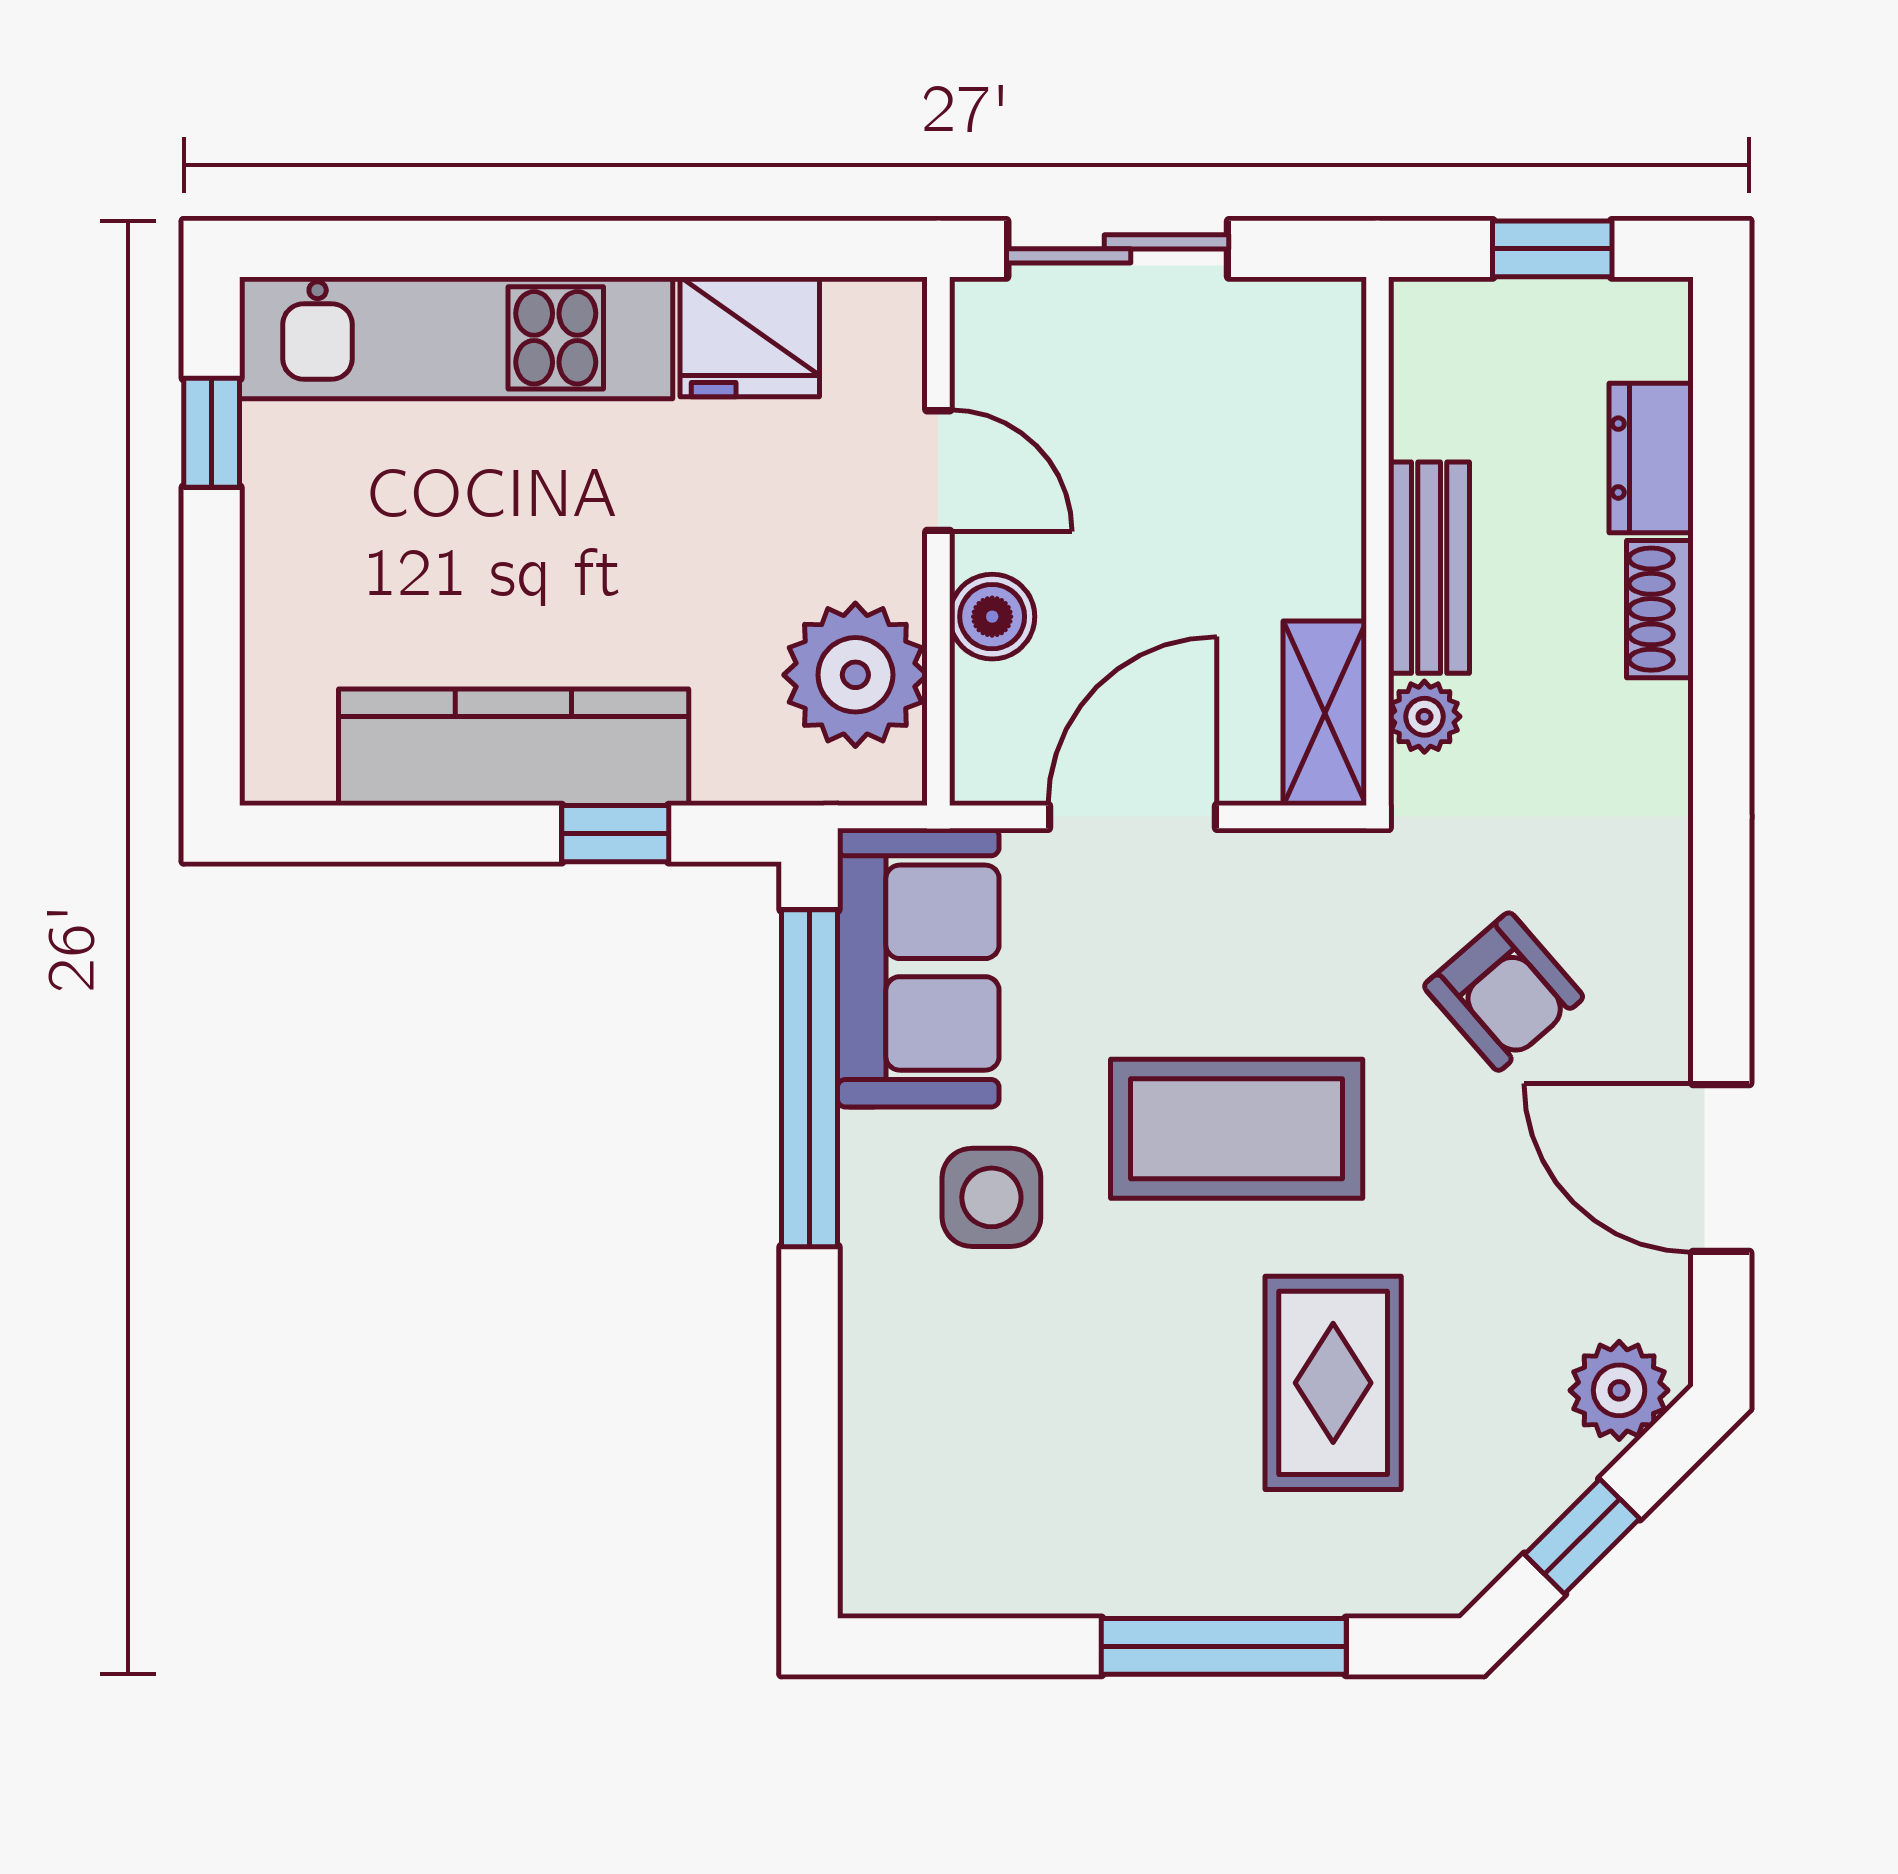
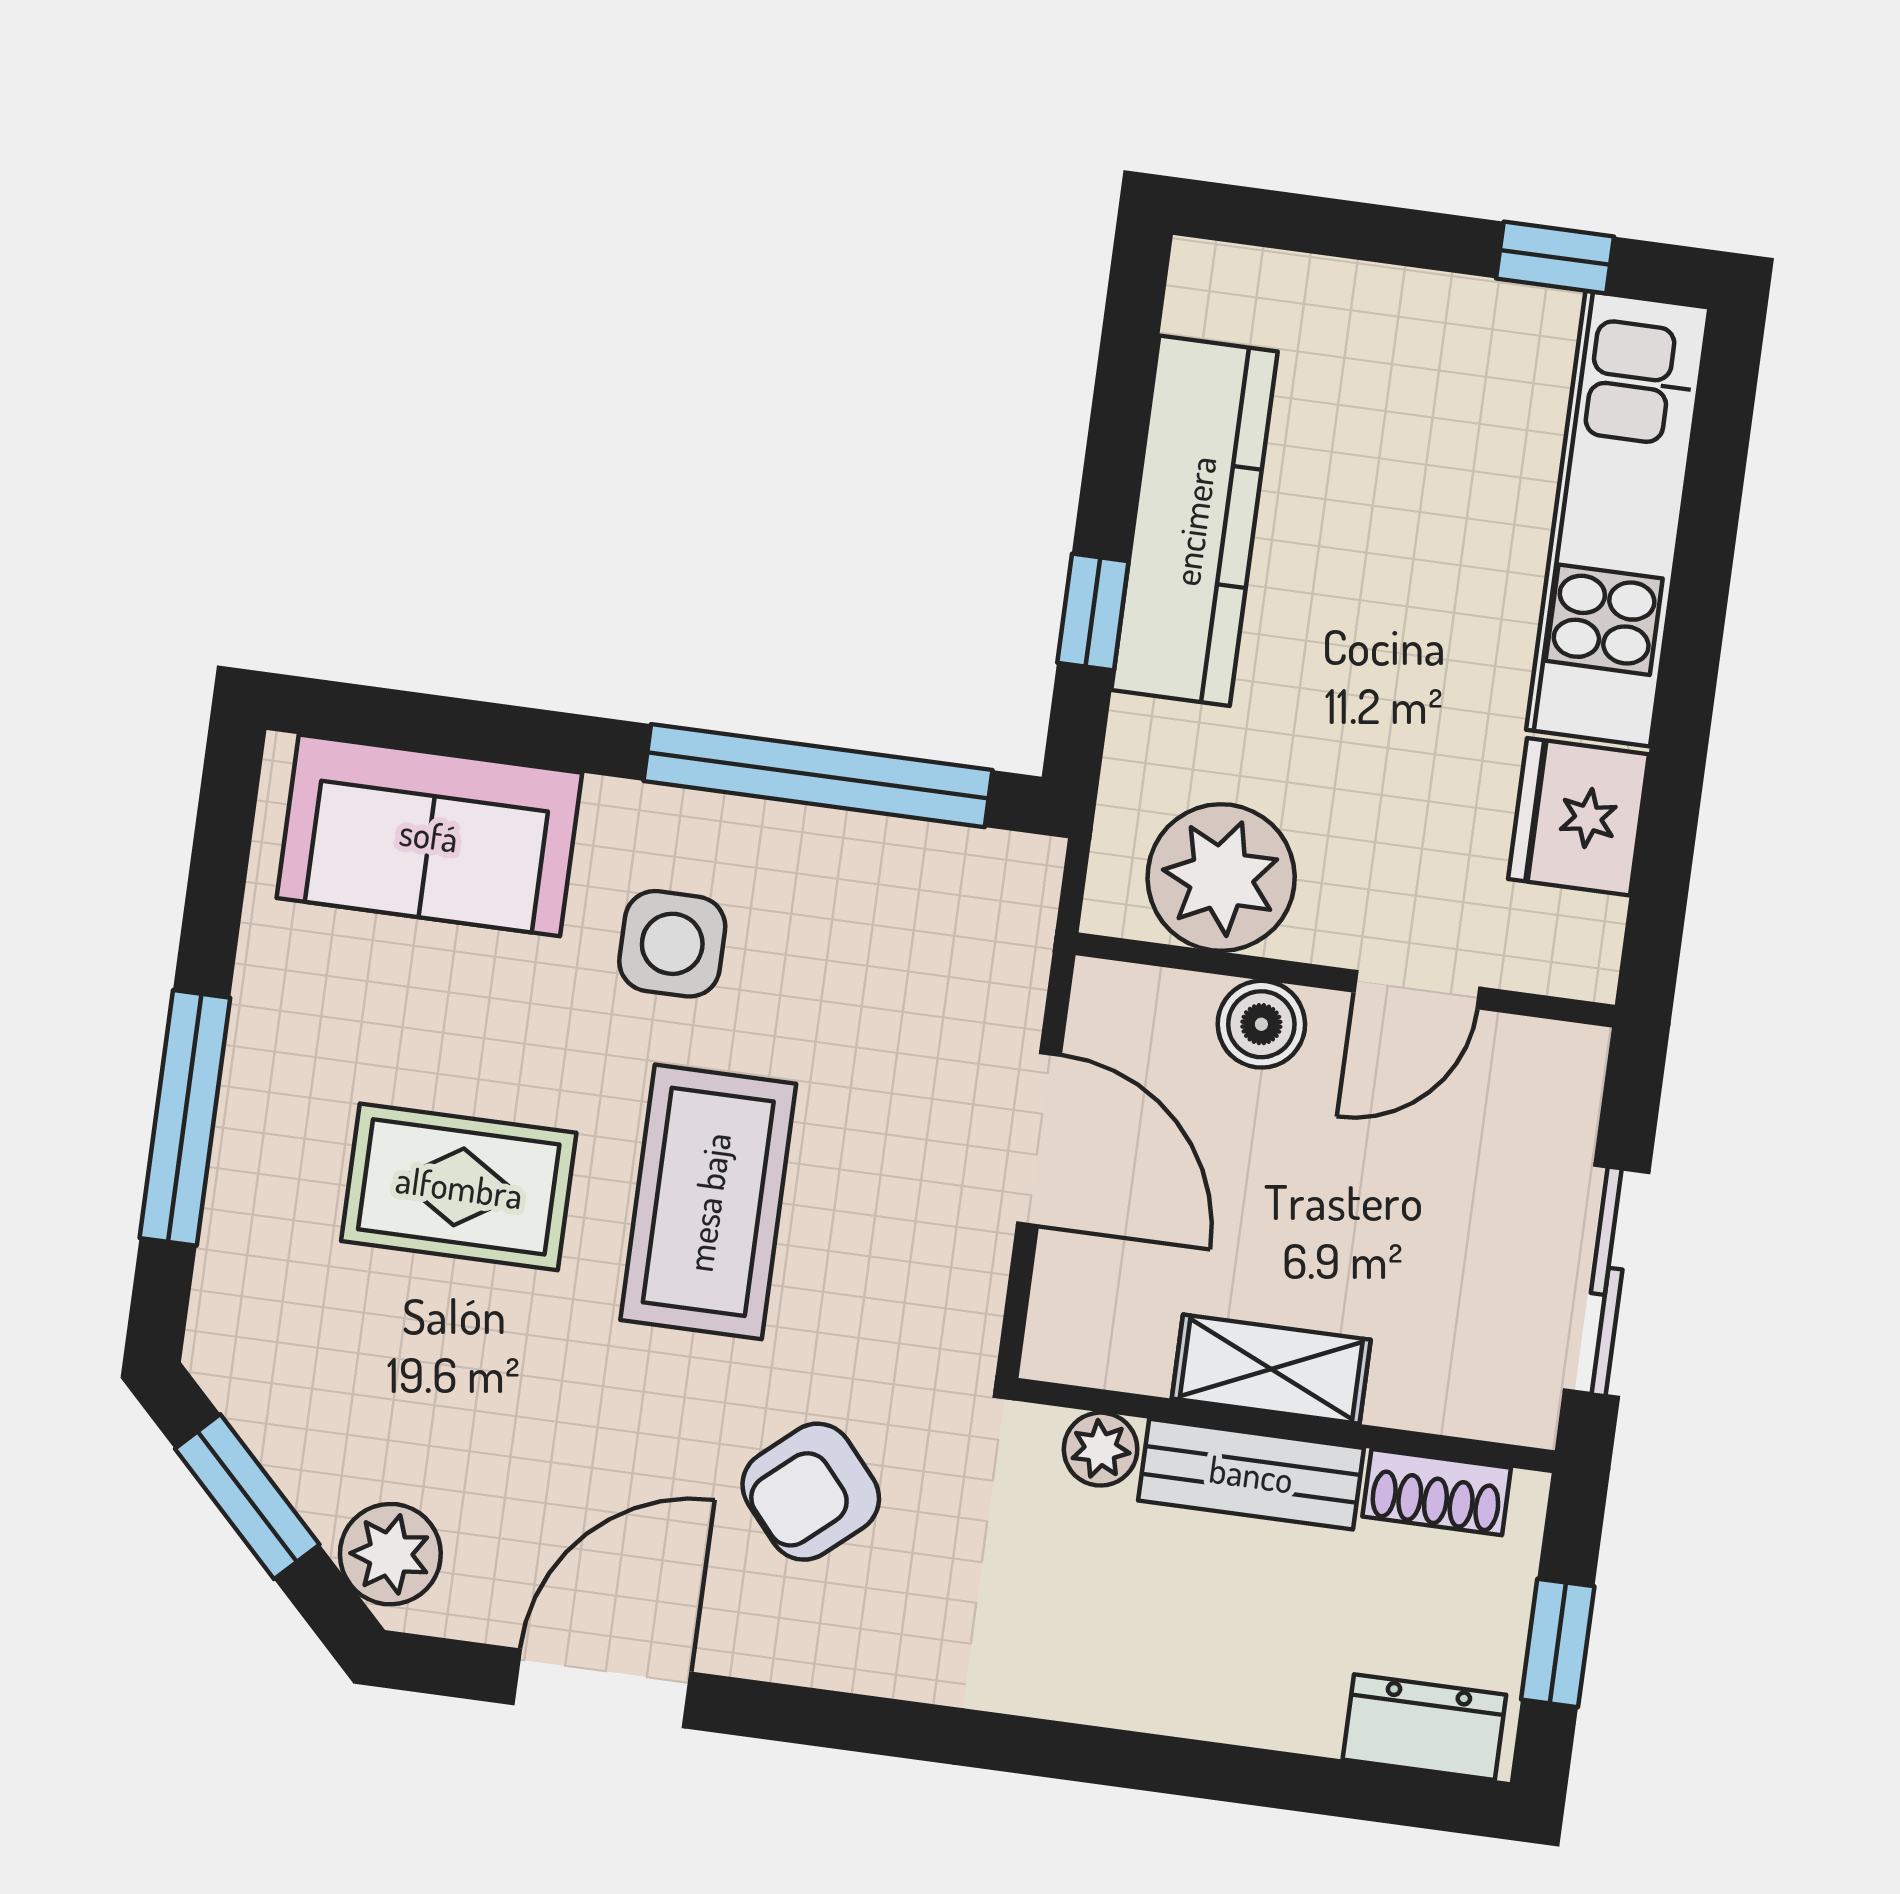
sliding door: (1118, 249) -> (1607, 1281), moved
dresser: (1651, 458) -> (1424, 1727), moved
shoe rack: (1660, 609) -> (1437, 1492), moved, turned 180
shelving: (1325, 713) -> (1271, 1369), moved
sofa: (918, 968) -> (429, 835), moved
rug: (1333, 1383) -> (459, 1187), moved
window: (1582, 1536) -> (247, 1497), width x1.50

